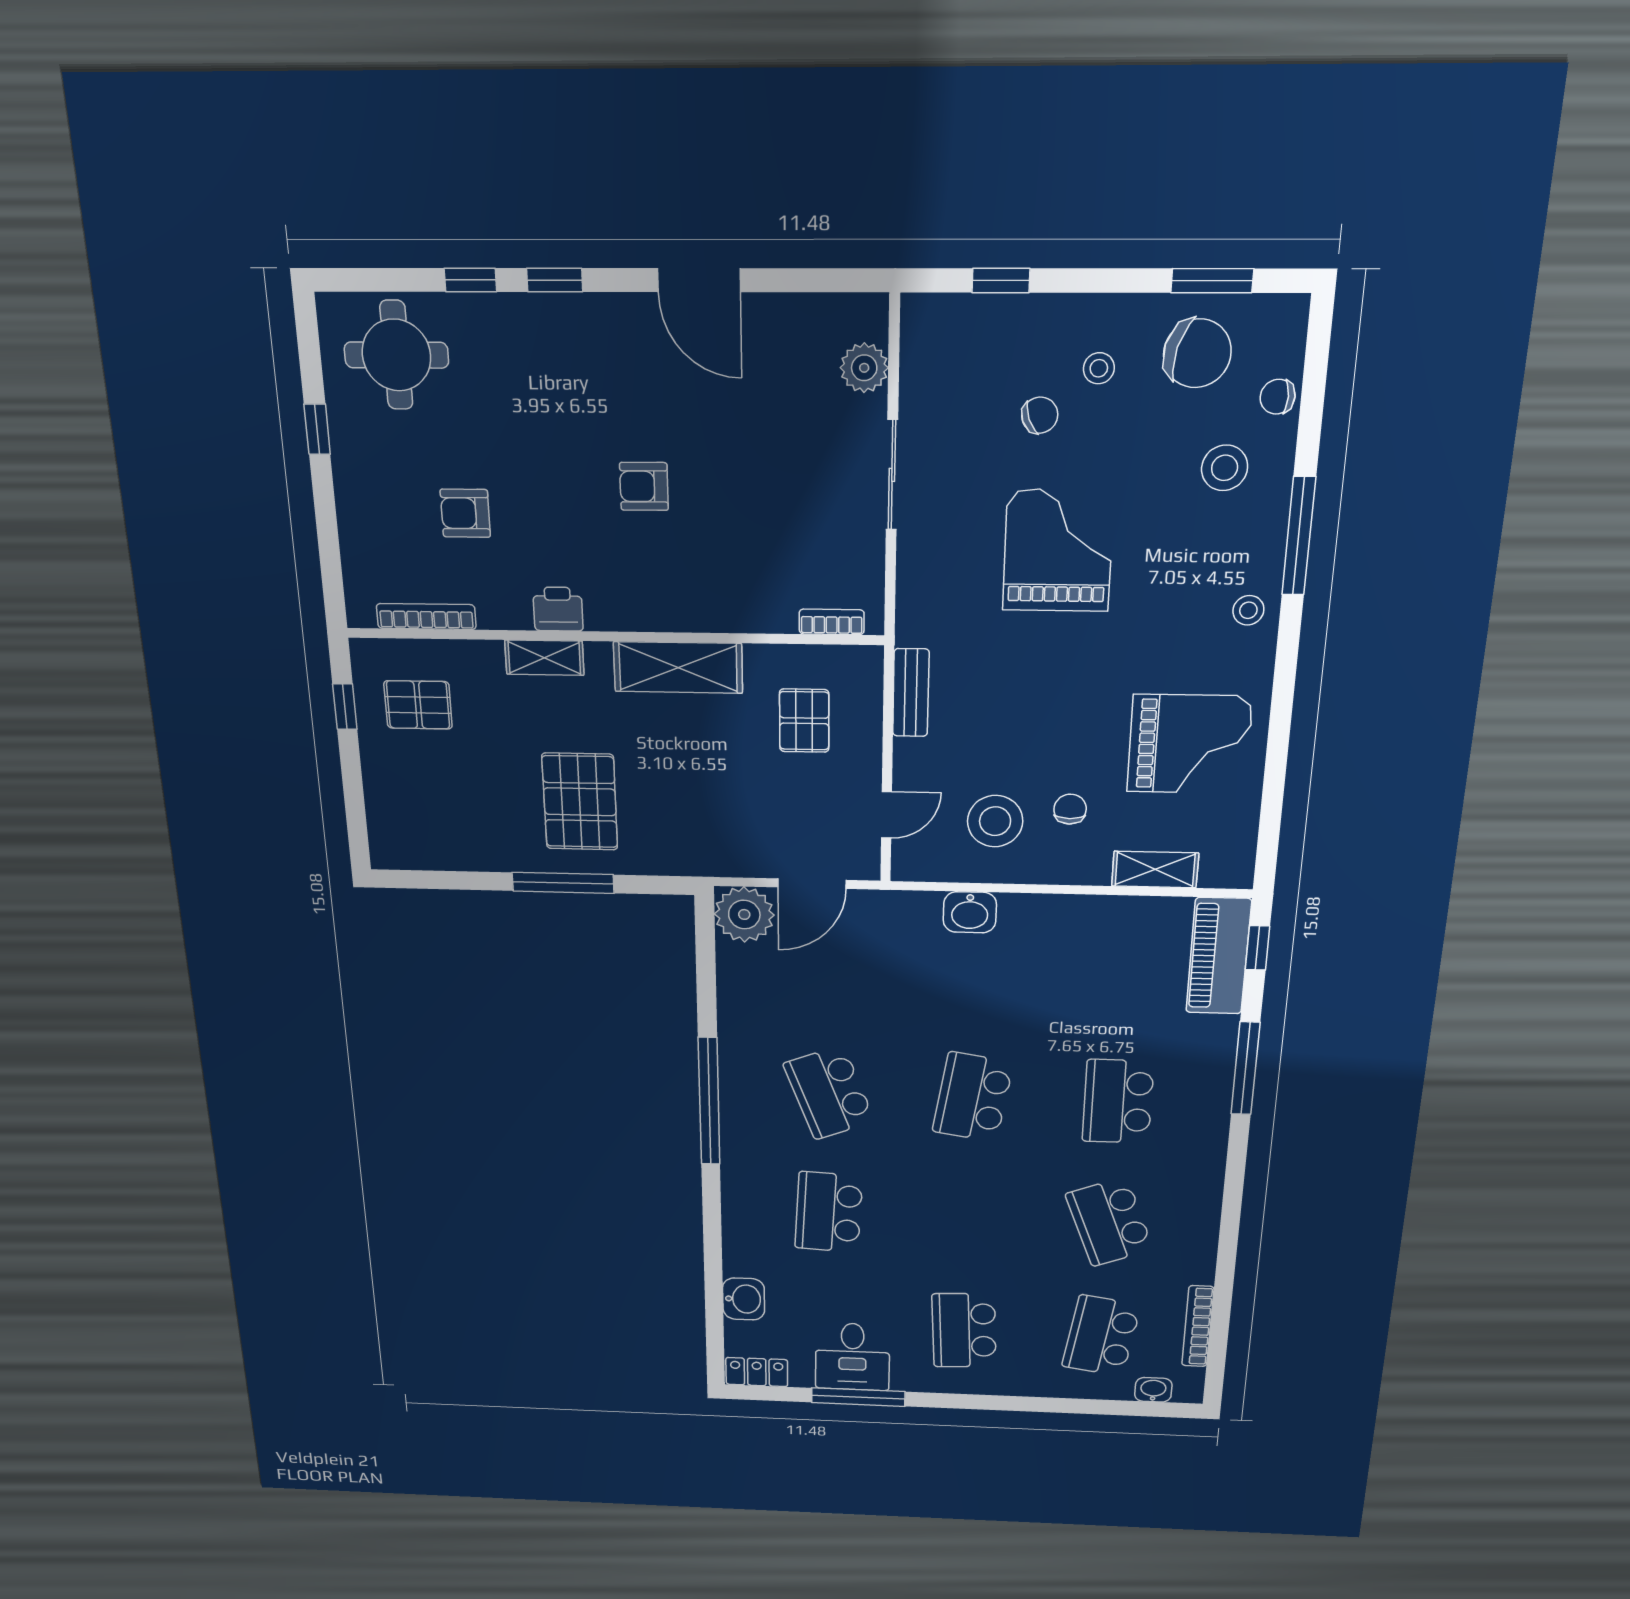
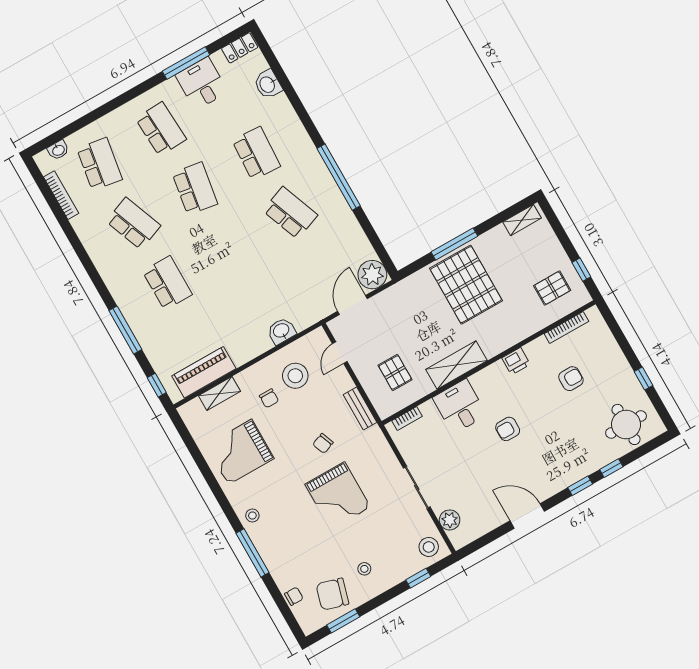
chair: (1040, 415) -> (323, 443), moved
stool: (1225, 468) -> (429, 547), moved
armchair: (644, 486) -> (508, 429), turned 180
desk: (715, 586) -> (460, 406), added
shelving: (544, 658) -> (522, 220), moved
pallet: (580, 802) -> (466, 285), width x1.37, depth x1.41
piano: (1219, 956) -> (204, 372), moved, turned -90
school desk: (973, 1097) -> (195, 188), moved

